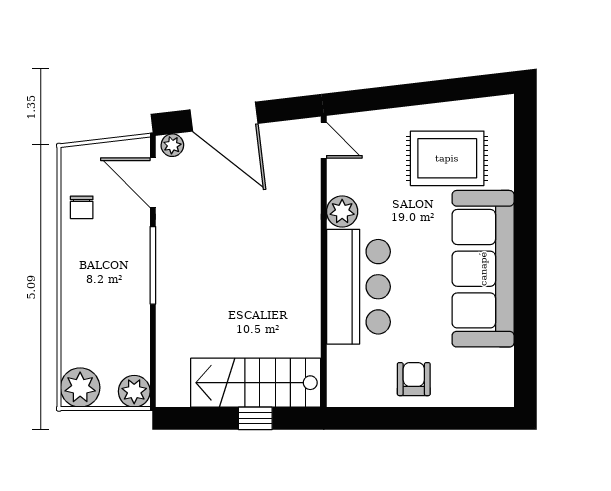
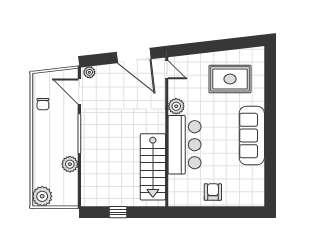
door: (224, 117) -> (134, 56), moved
sofa: (483, 269) -> (252, 135), width x0.74, depth x0.79
stairs: (256, 383) -> (153, 167), moved, turned -90
plant: (134, 391) -> (70, 164), moved
window: (255, 418) -> (118, 212), moved

